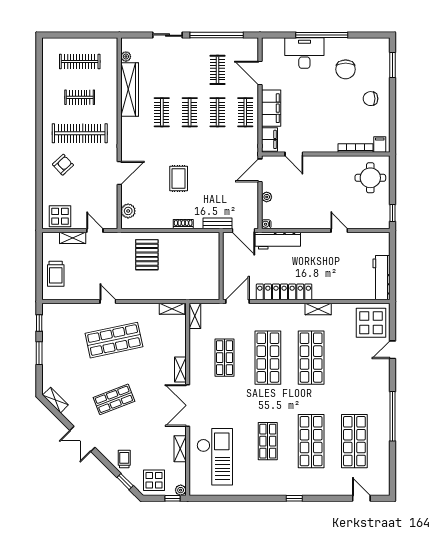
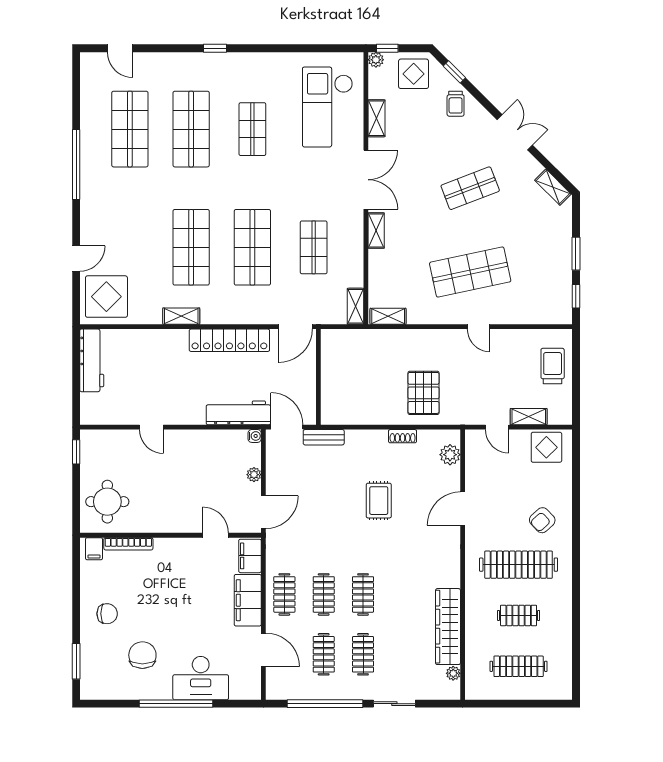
clothes rail: (162, 112) -> (363, 654), moved
shoe rack: (183, 224) -> (403, 436), moved

